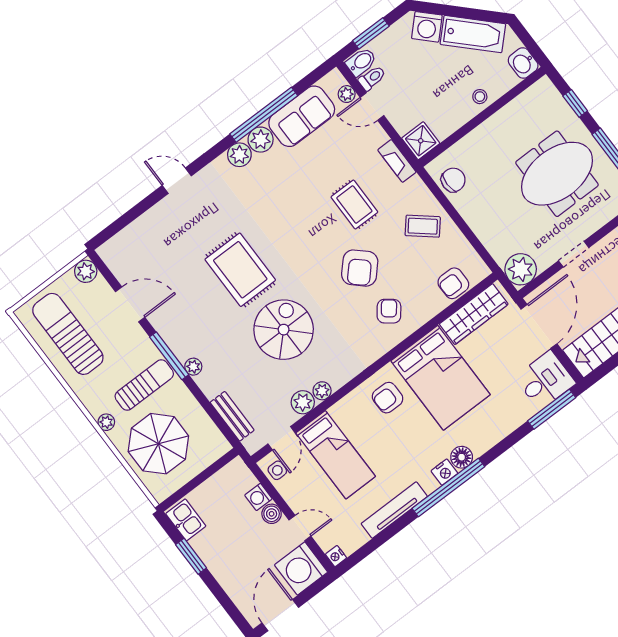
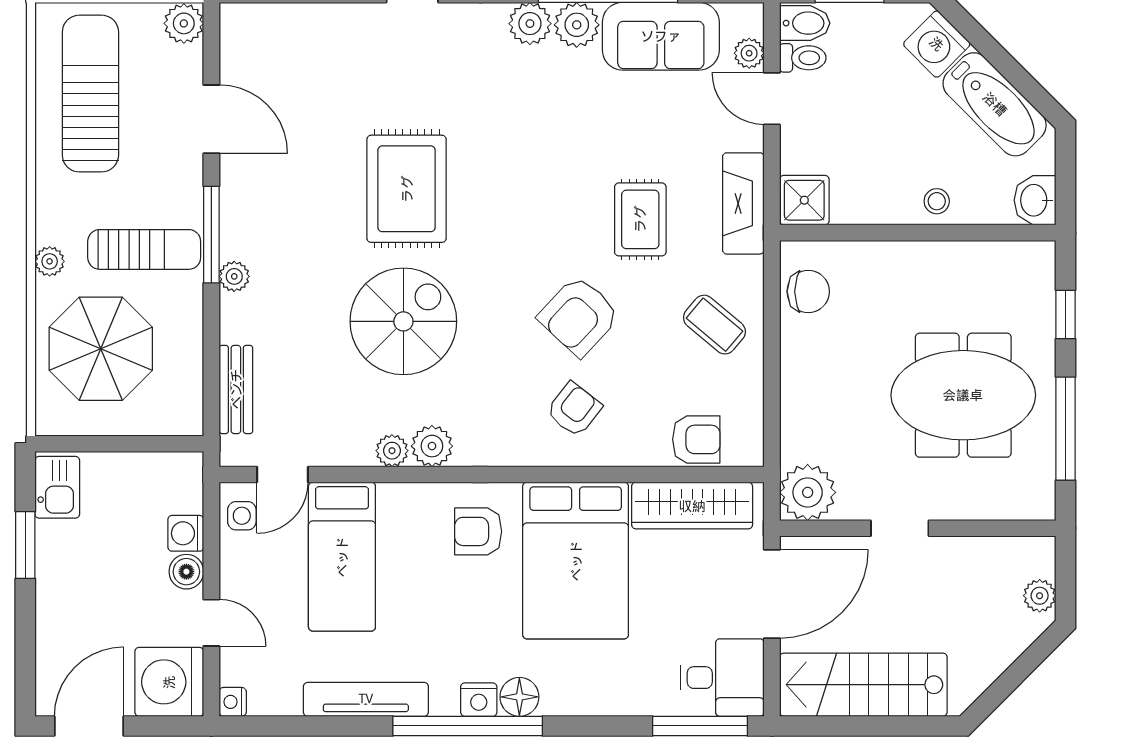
fireplace: (397, 161) -> (743, 203), width x1.37, depth x1.32
armchair: (453, 283) -> (696, 439), turned 180
plant: (303, 402) -> (432, 446), moved

